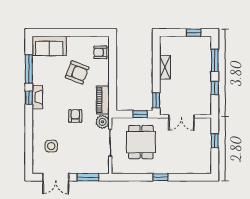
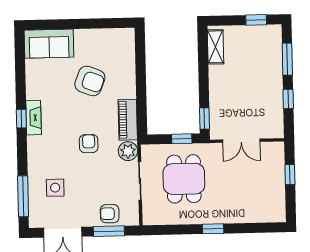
armchair: (100, 52) -> (110, 214), moved
shelving: (165, 67) -> (215, 47), moved
window: (29, 69) -> (23, 196), moved

